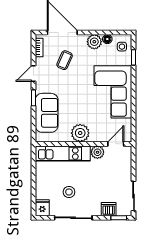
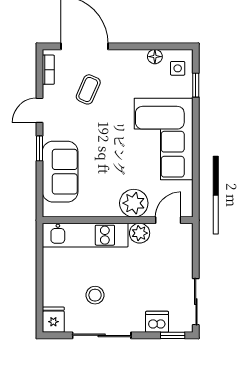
plant: (94, 42) -> (135, 61), removed
plant: (80, 133) -> (134, 203), moved

